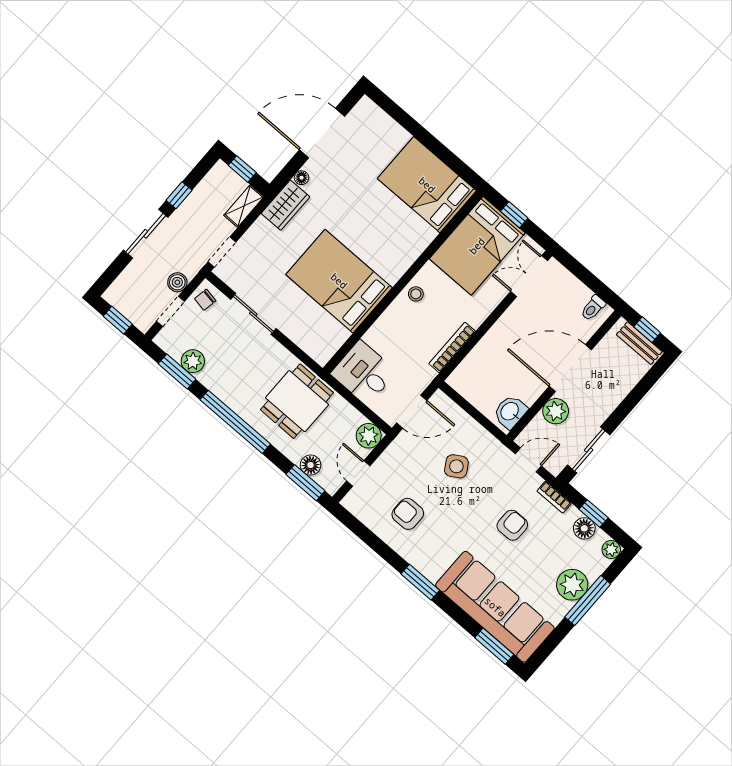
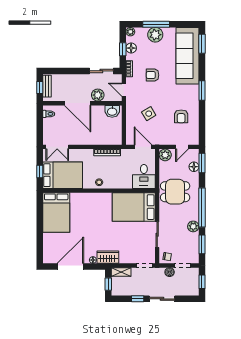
door: (322, 133) -> (70, 267), swing flipped
bed: (339, 281) -> (134, 207), moved, turned 90
plant: (193, 361) -> (193, 226), moved

